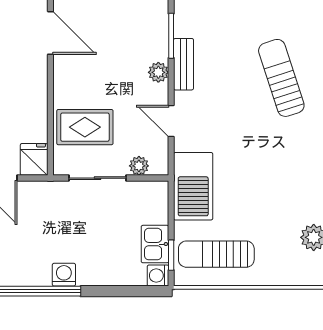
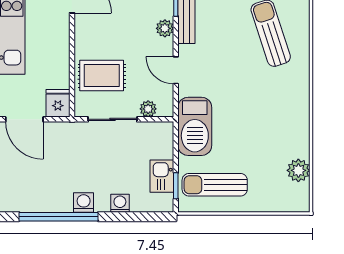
washing machine: (158, 276) -> (120, 203), moved, turned 90

